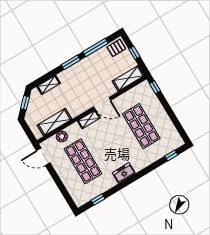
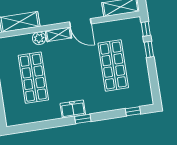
window: (164, 102) -> (149, 49), added
plant: (62, 136) -> (39, 38), moved
window: (98, 199) -> (83, 119), moved

